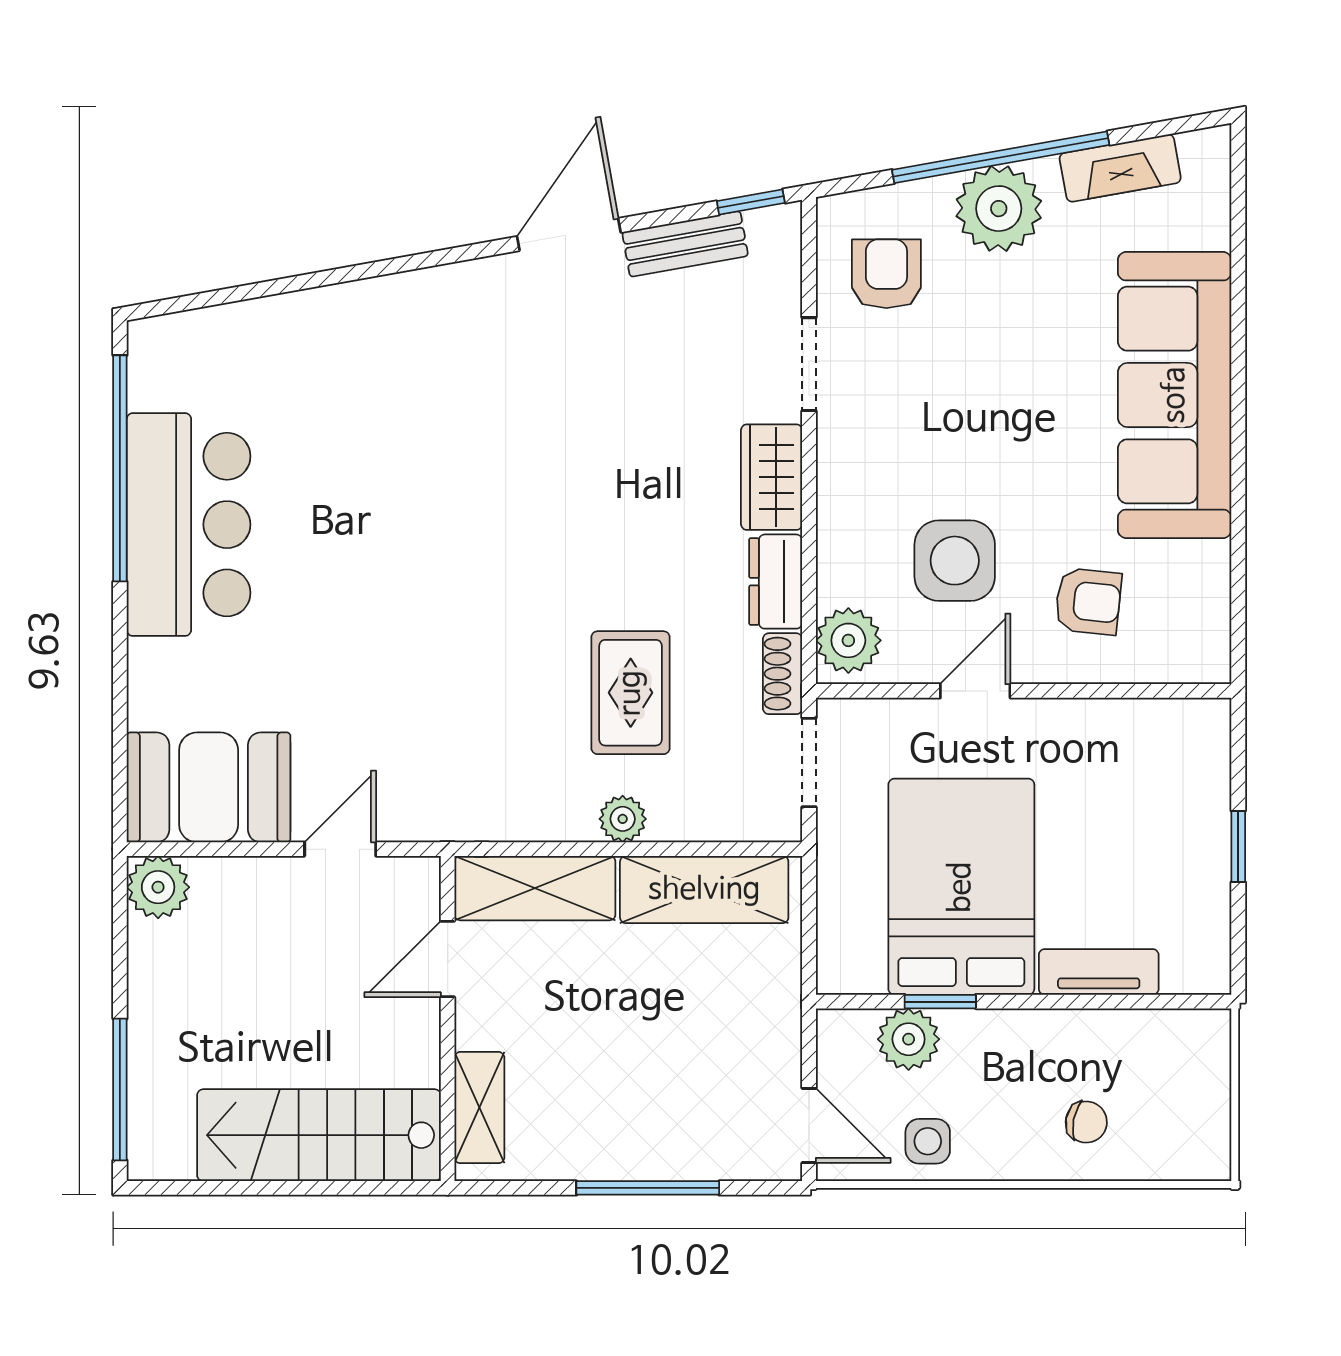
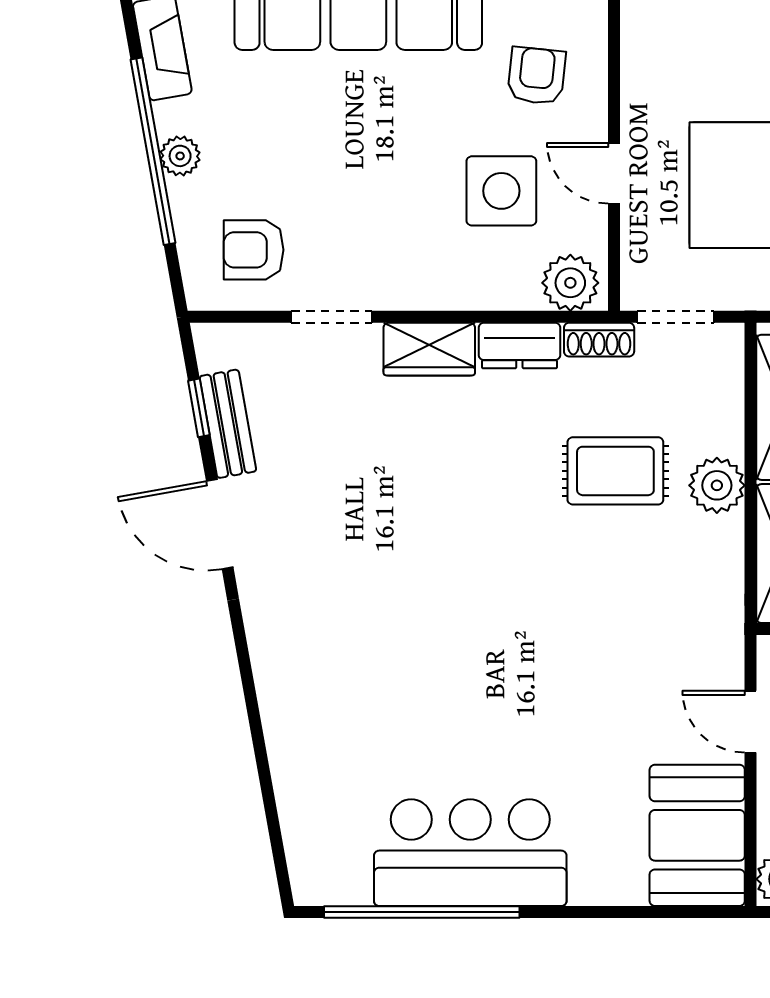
window: (751, 202) -> (199, 408), moved
plant: (999, 209) -> (180, 156), width x0.53, depth x0.53
plant: (623, 819) -> (717, 485), width x1.38, depth x1.38

